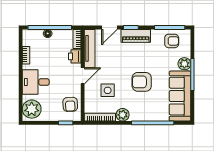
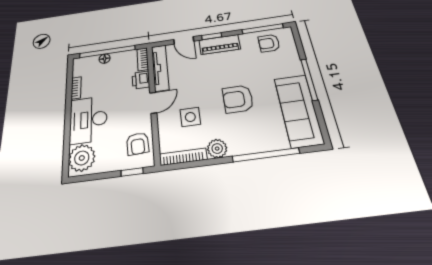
door: (109, 27) -> (184, 40), hinge flipped
armchair: (172, 41) -> (269, 43), turned 180
plant: (184, 64) -> (294, 68), removed
desk: (36, 82) -> (88, 120), width x1.37

